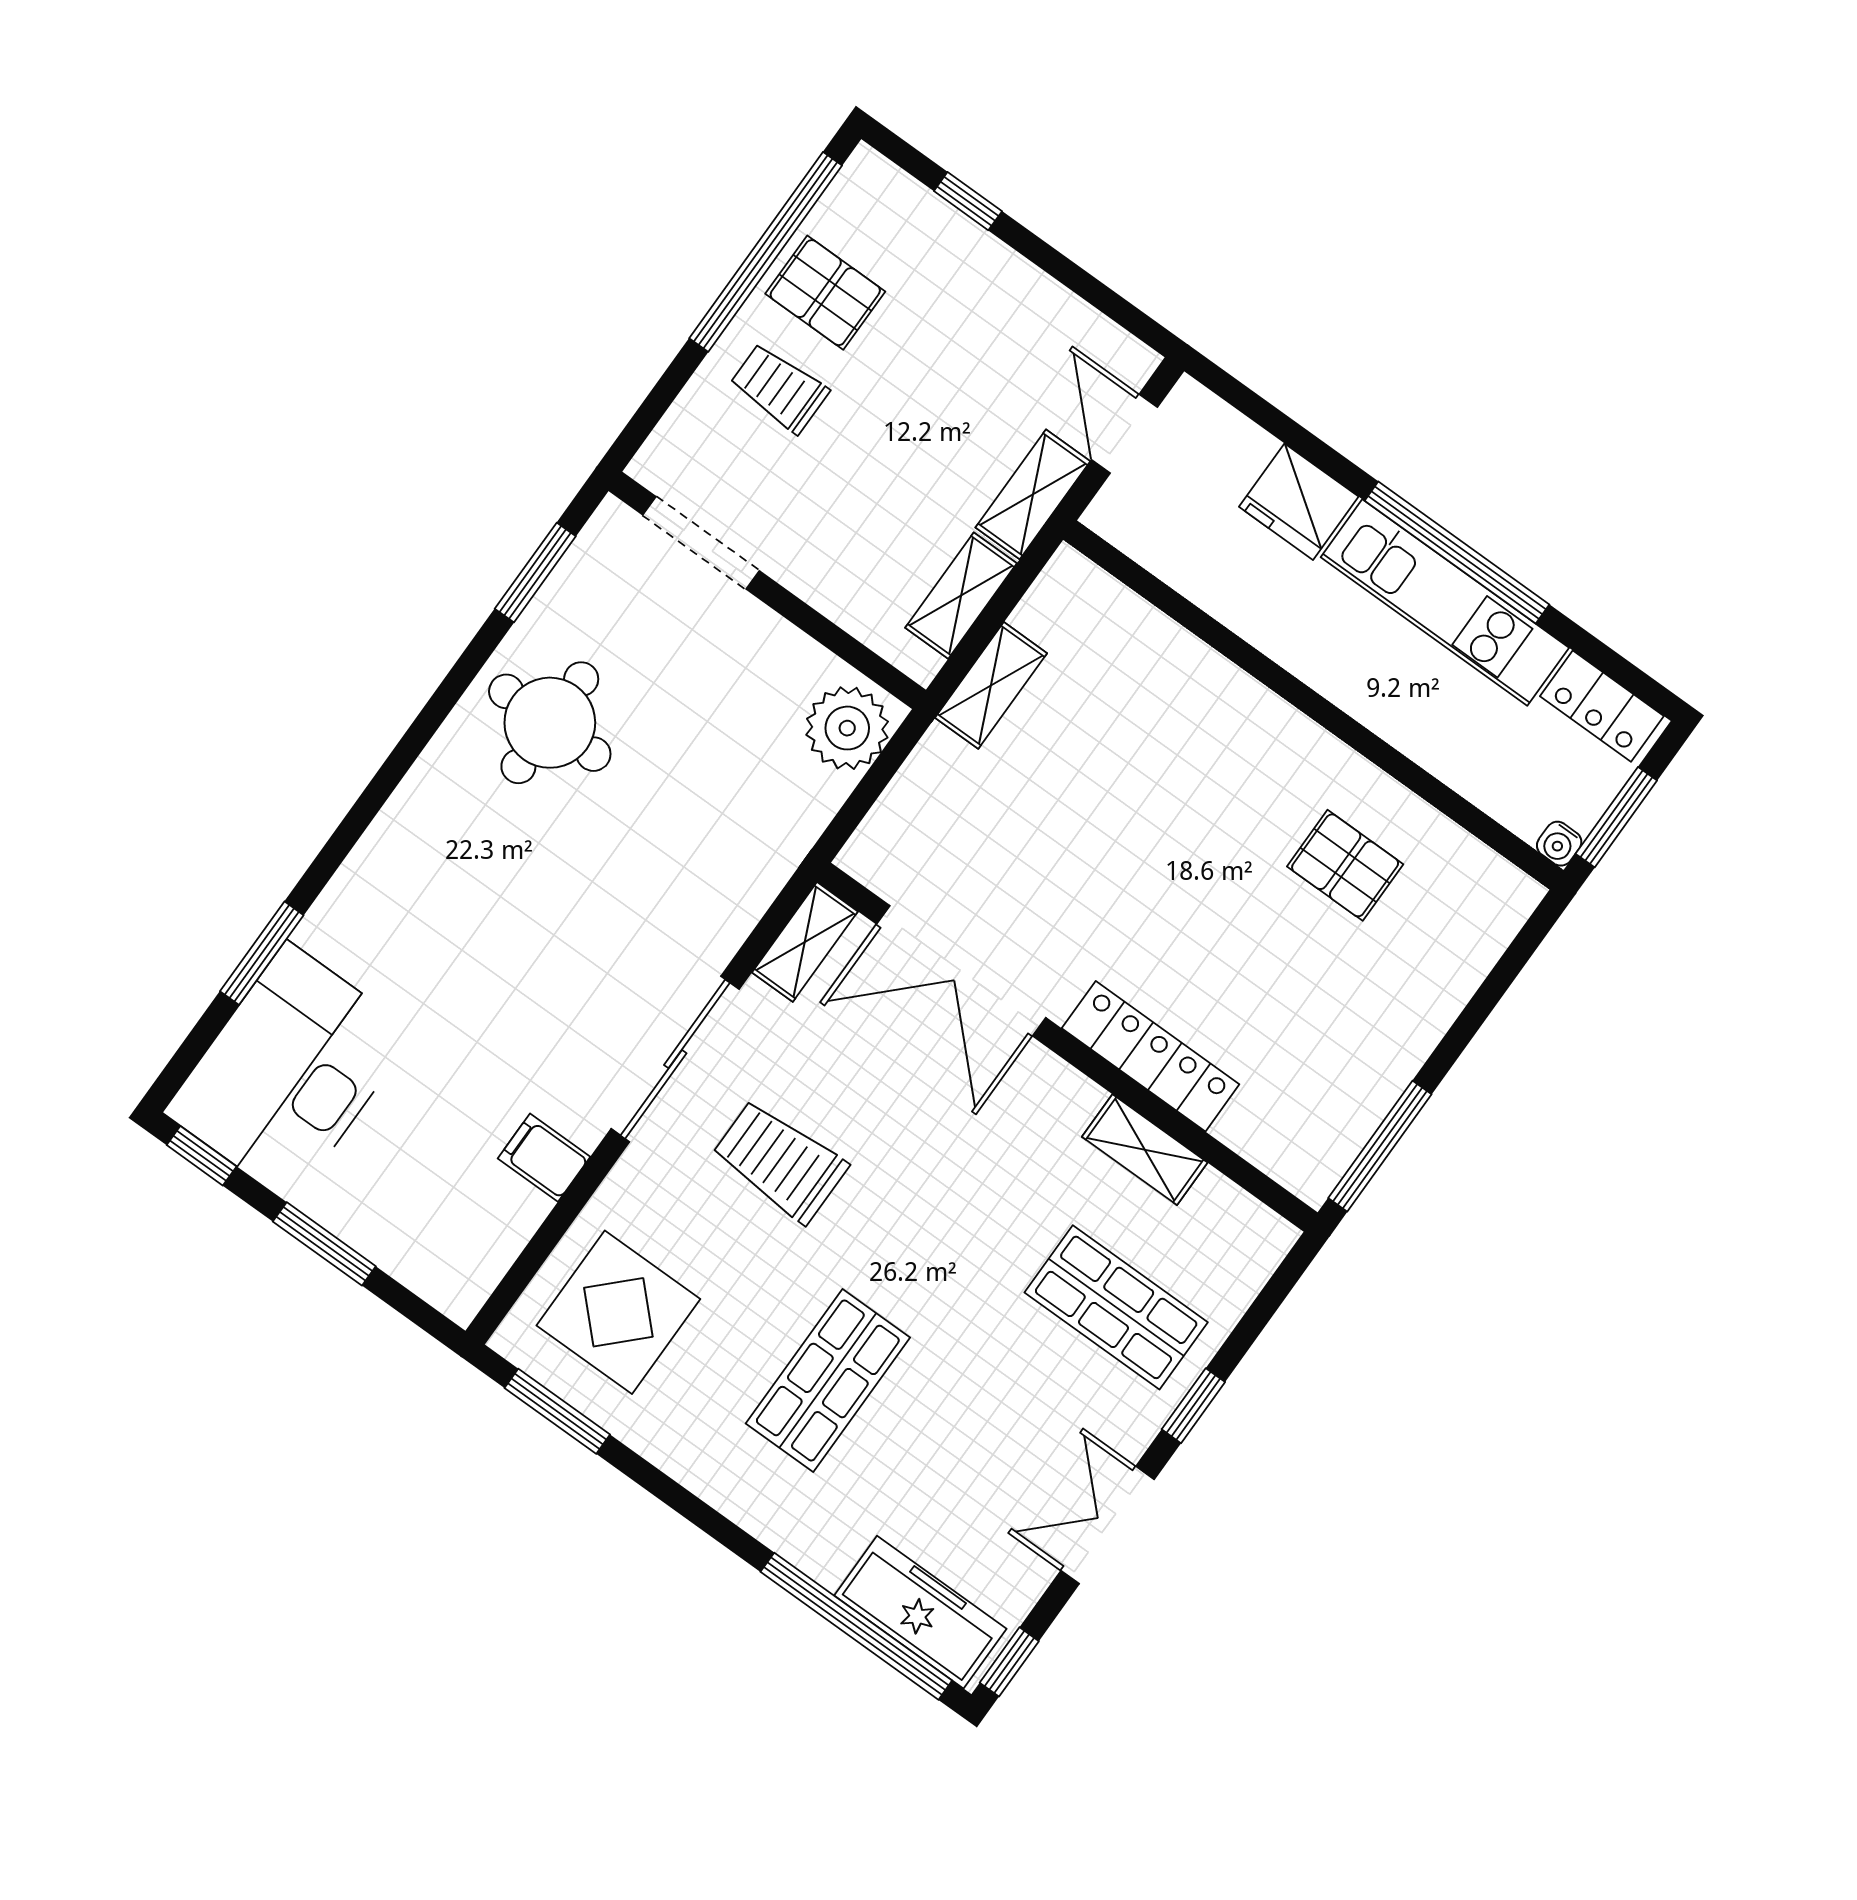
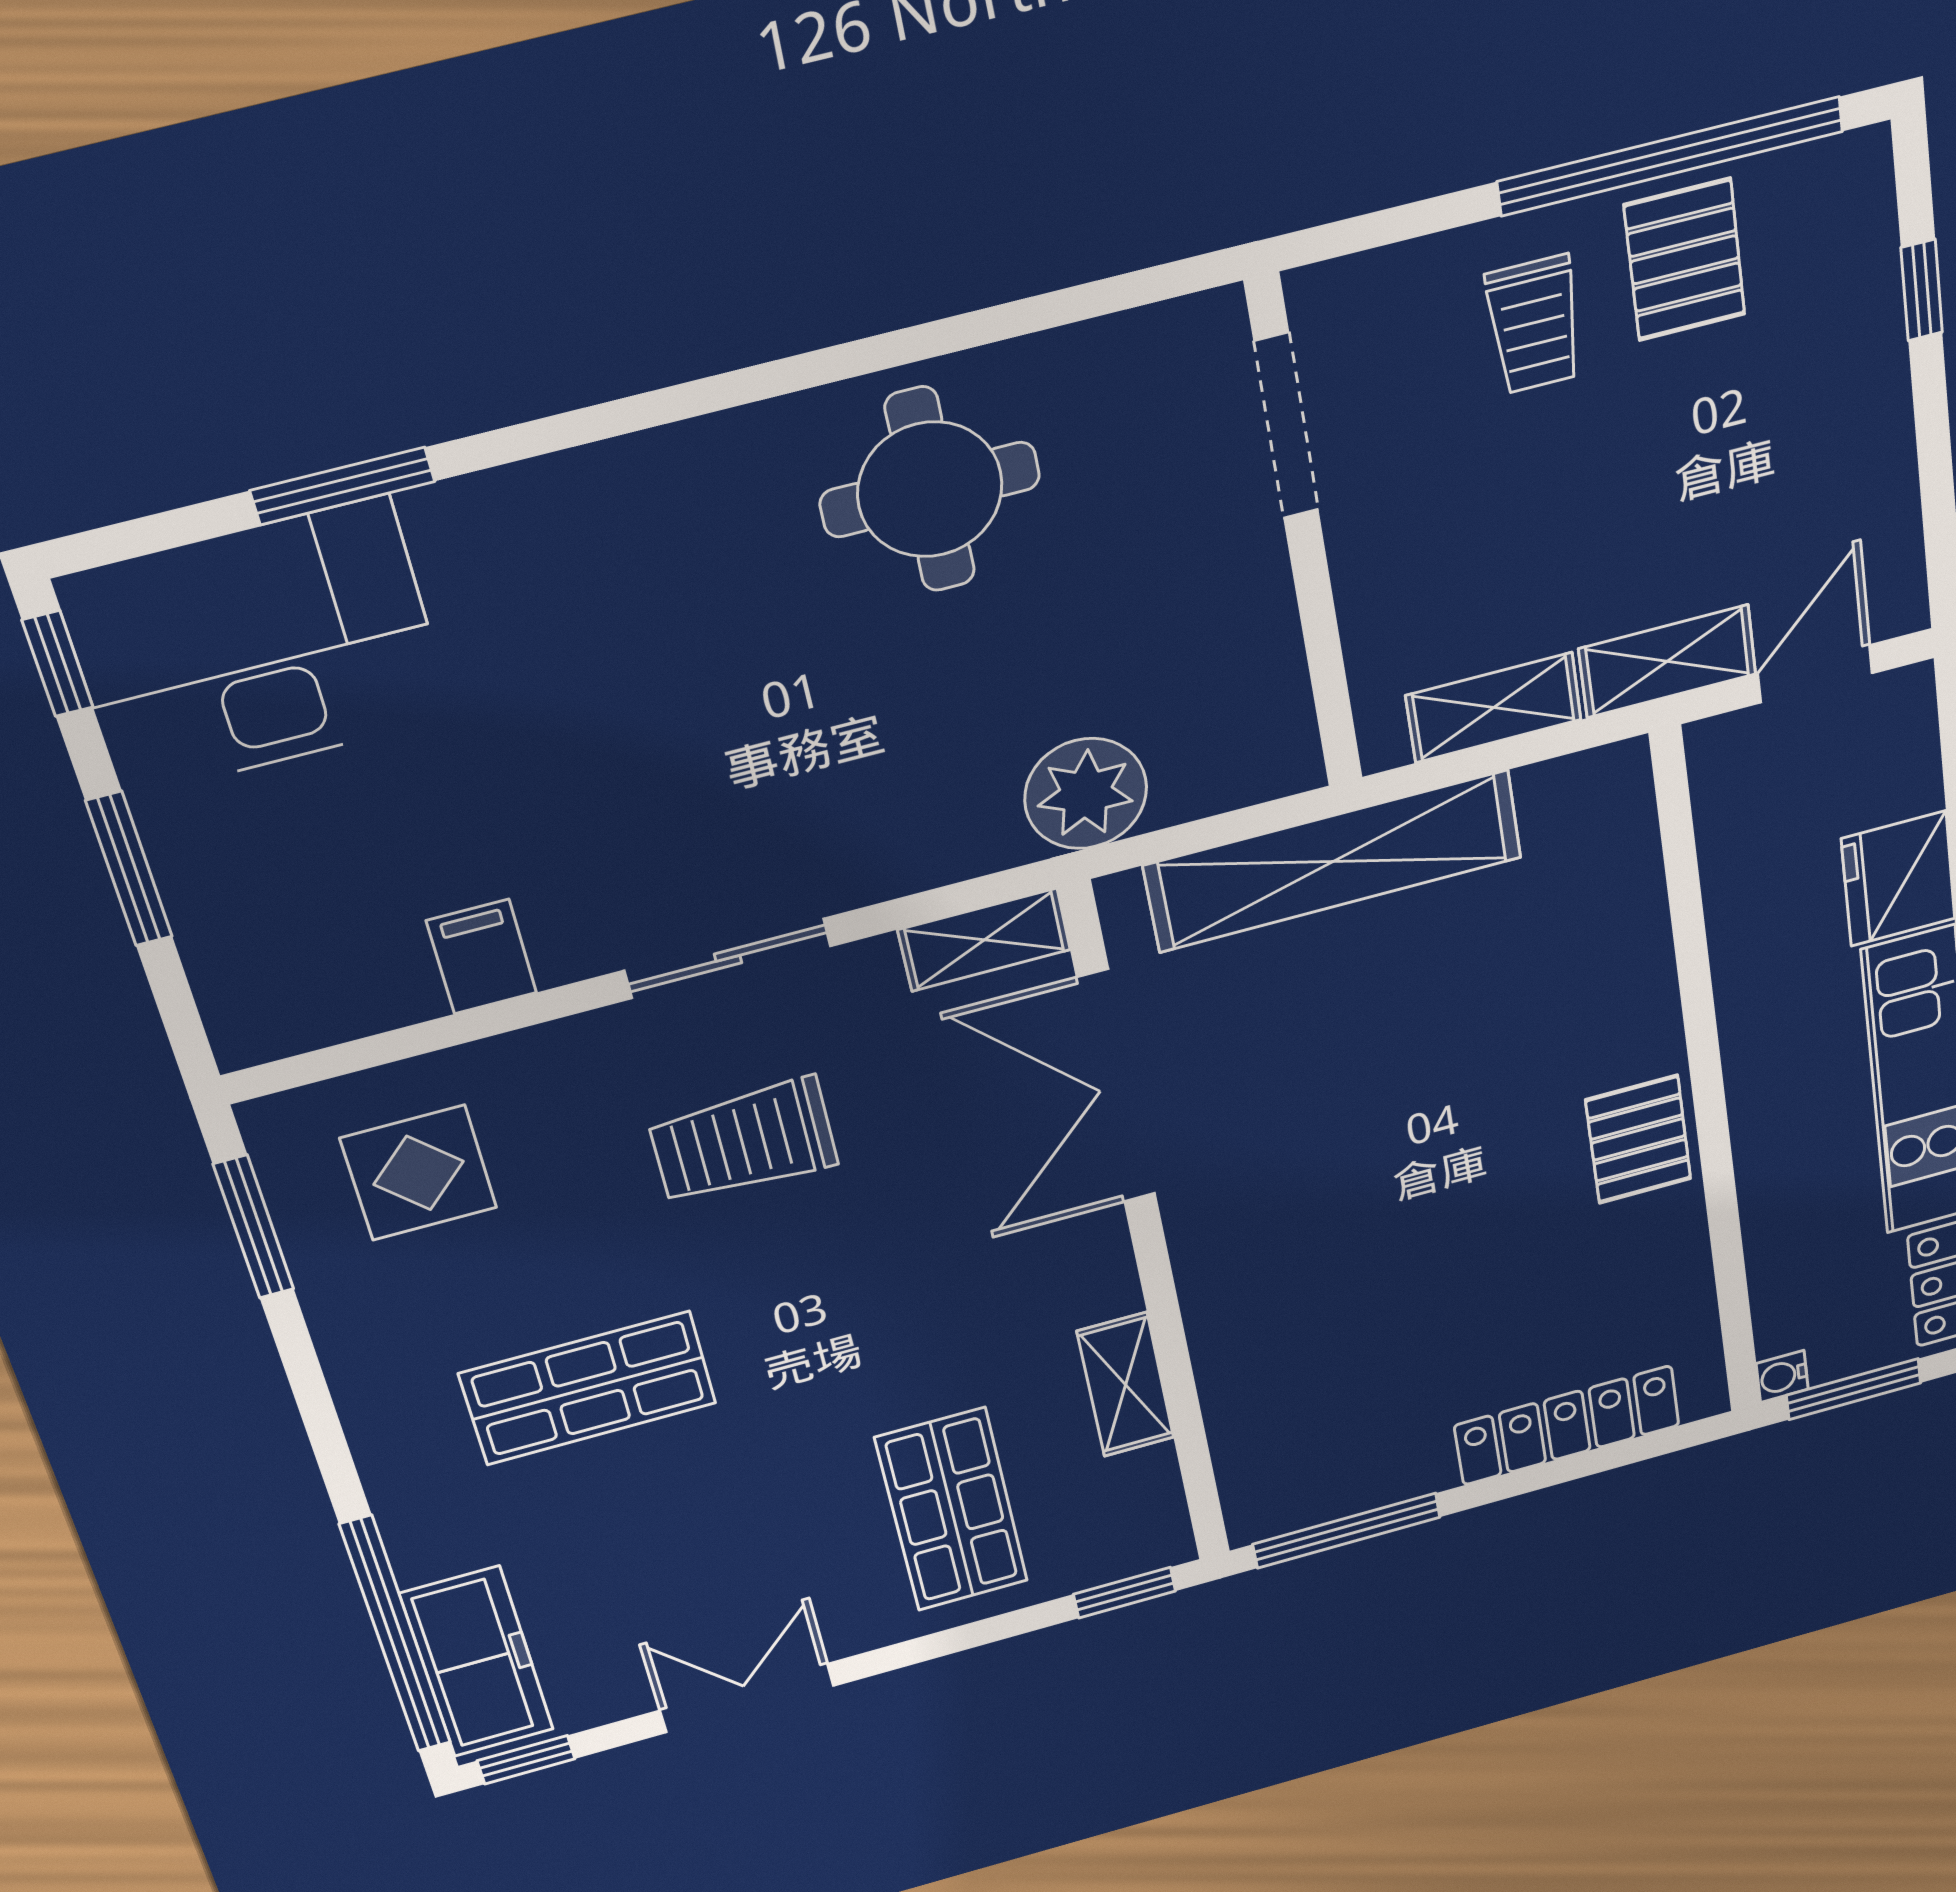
trolley: (779, 388) -> (1534, 325), turned 180
window: (535, 572) -> (1074, 304), removed
shelving: (991, 685) -> (1333, 861), width x2.20, depth x1.33
plant: (847, 728) -> (1086, 794), moved
pallet: (1345, 865) -> (1638, 1139), moved
locker: (1151, 1056) -> (1567, 1425), moved, turned -90
sliding door: (675, 1059) -> (728, 958), width x0.73
trolley: (780, 1161) -> (743, 1141), turned -90
display table: (618, 1312) -> (419, 1173), width x0.73, depth x0.73
window: (1193, 1406) -> (1125, 1593), moved

